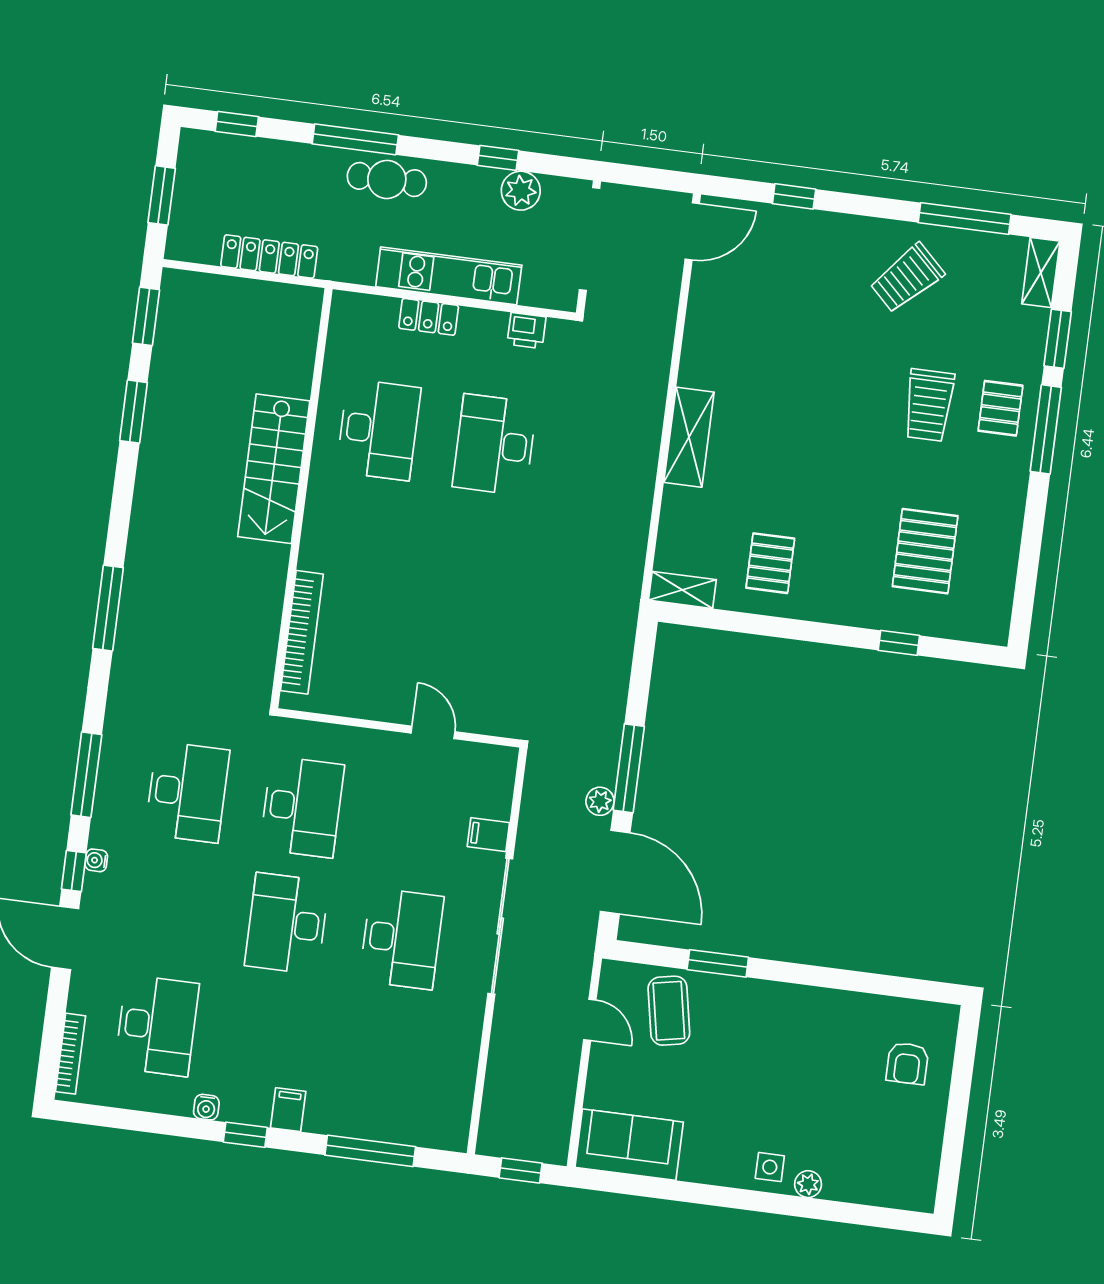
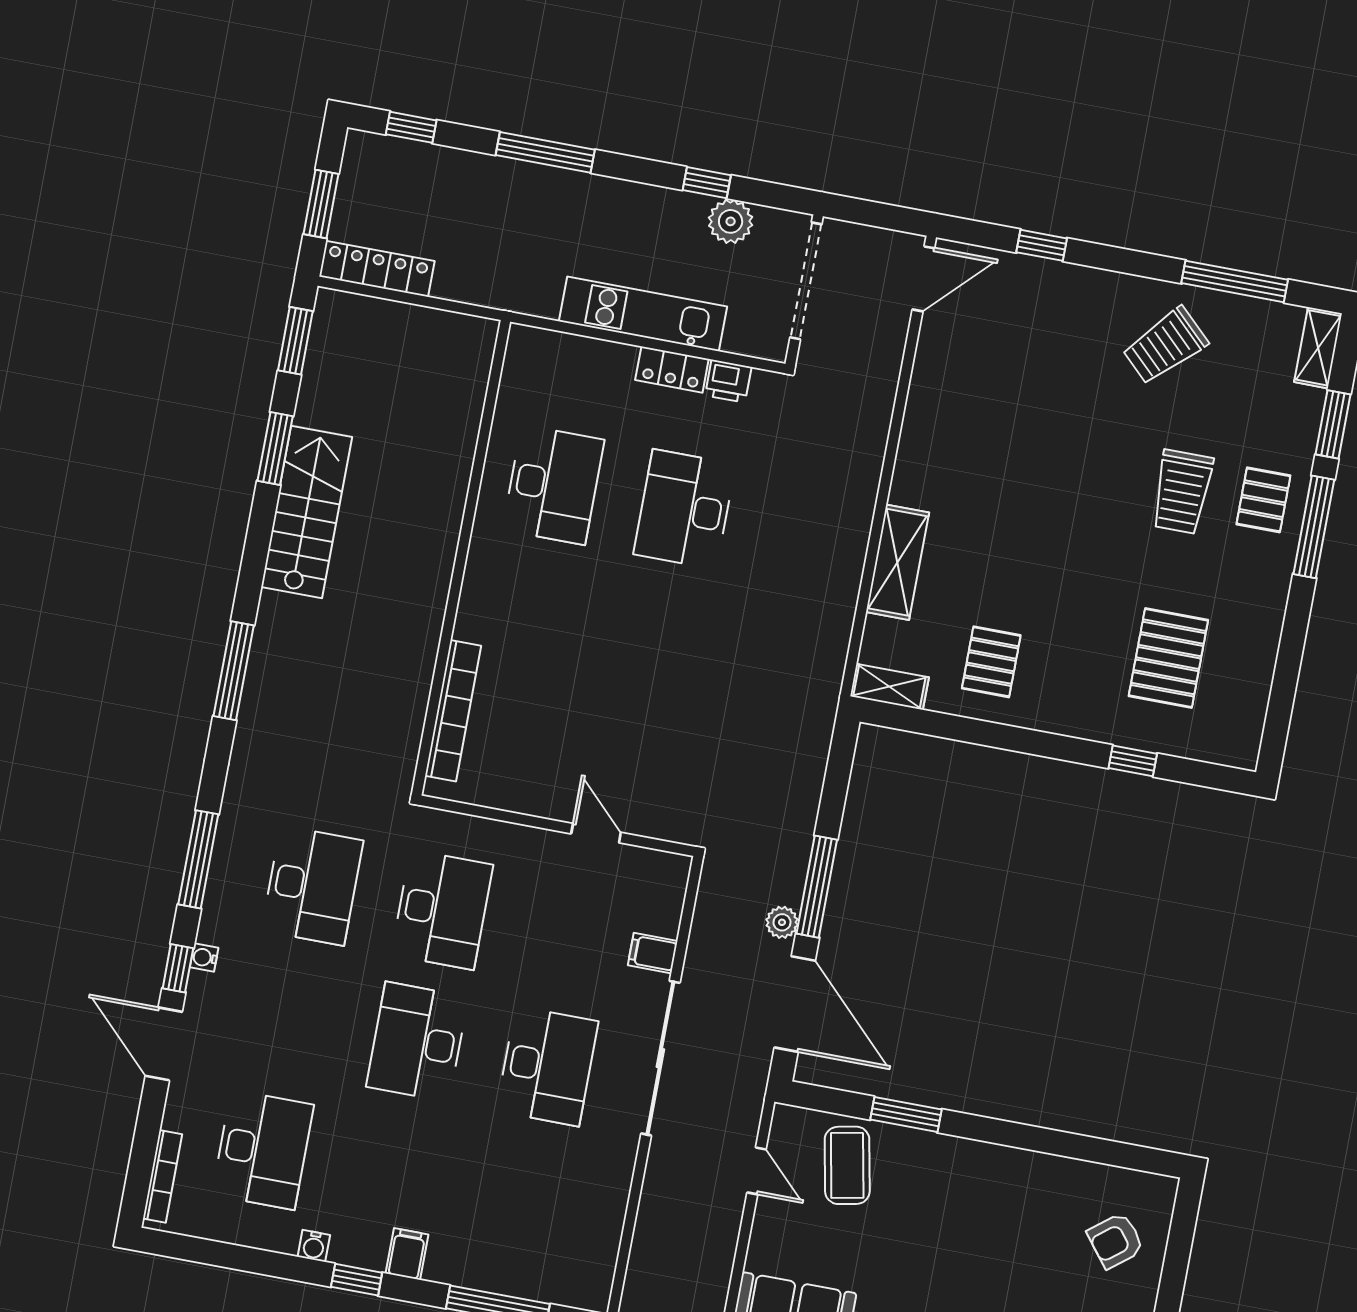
cafe table: (387, 179) -> (579, 200), removed
locker: (269, 257) -> (377, 269), moved
locker: (429, 317) -> (672, 369), moved
shelving: (689, 437) -> (897, 562), moved
stairs: (274, 469) -> (307, 512), moved, turned 180
armchair: (907, 1063) -> (1116, 1241), turned 52

